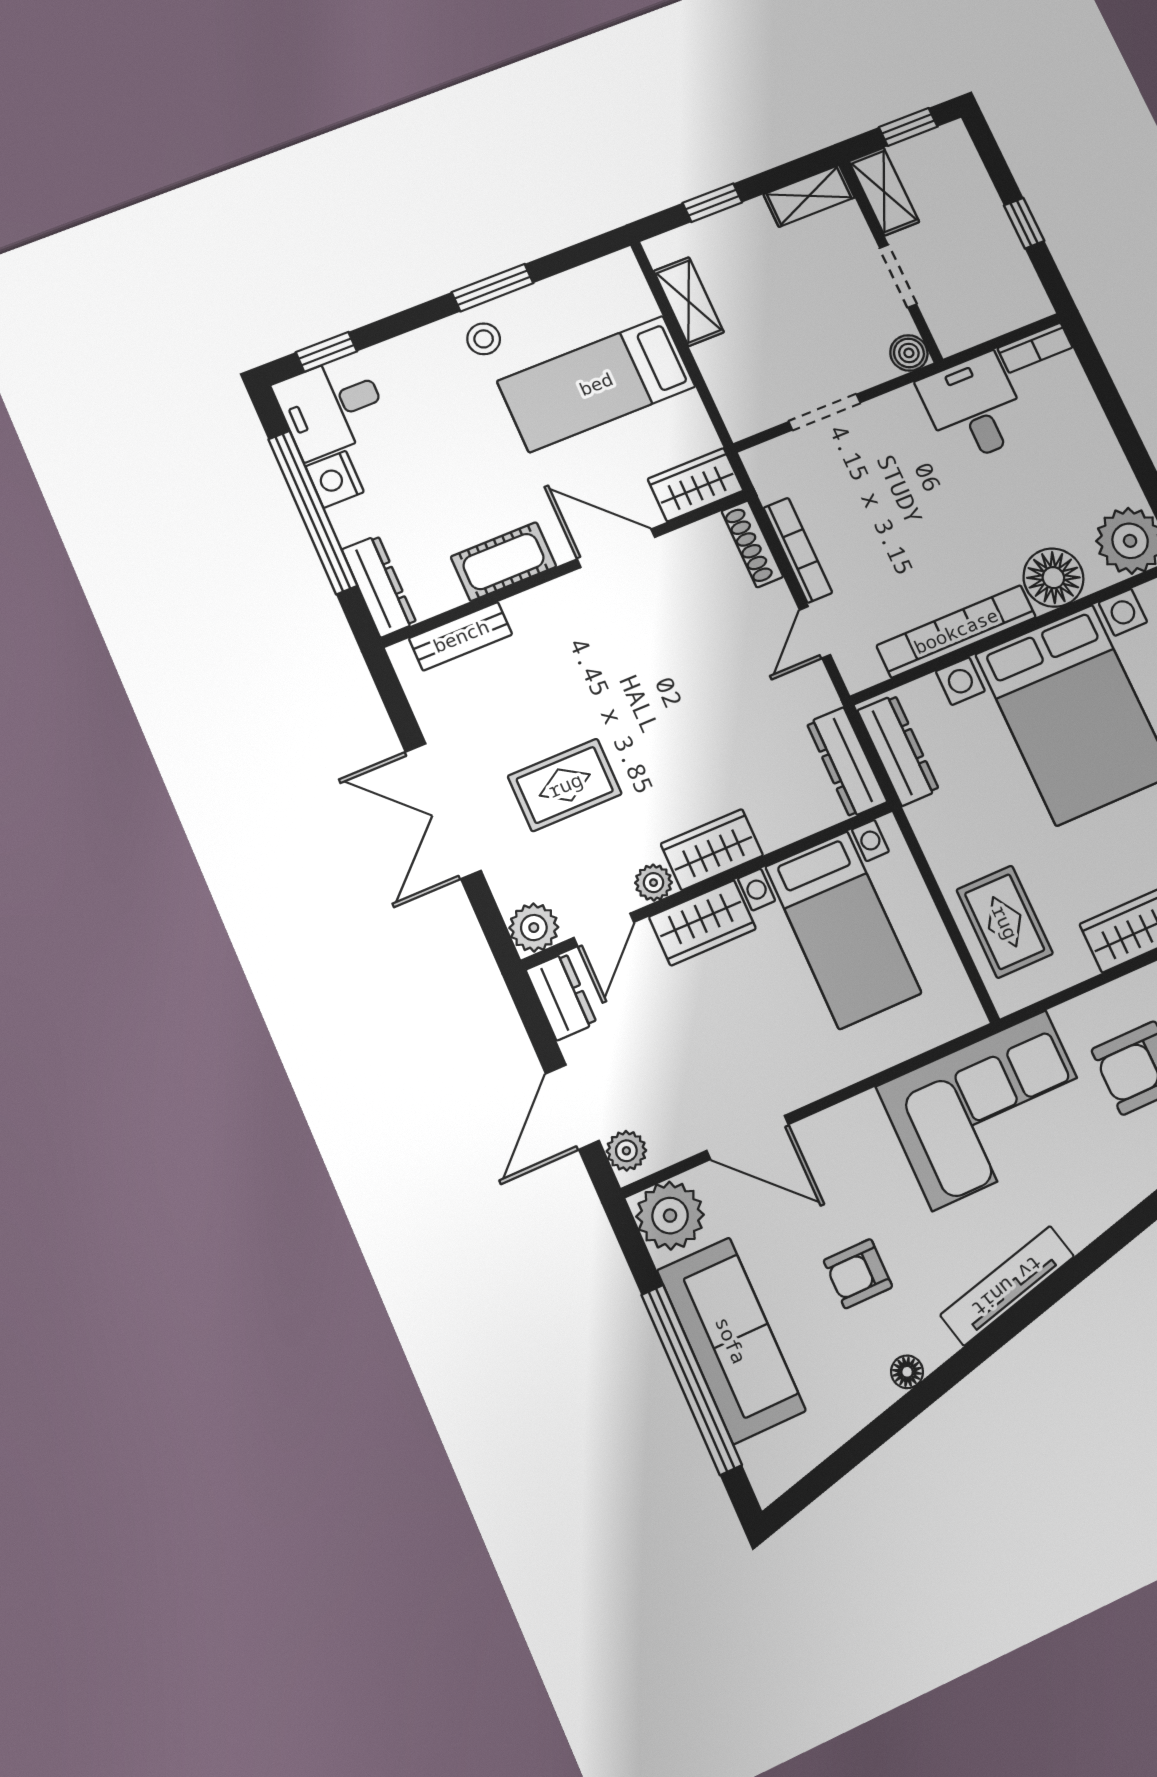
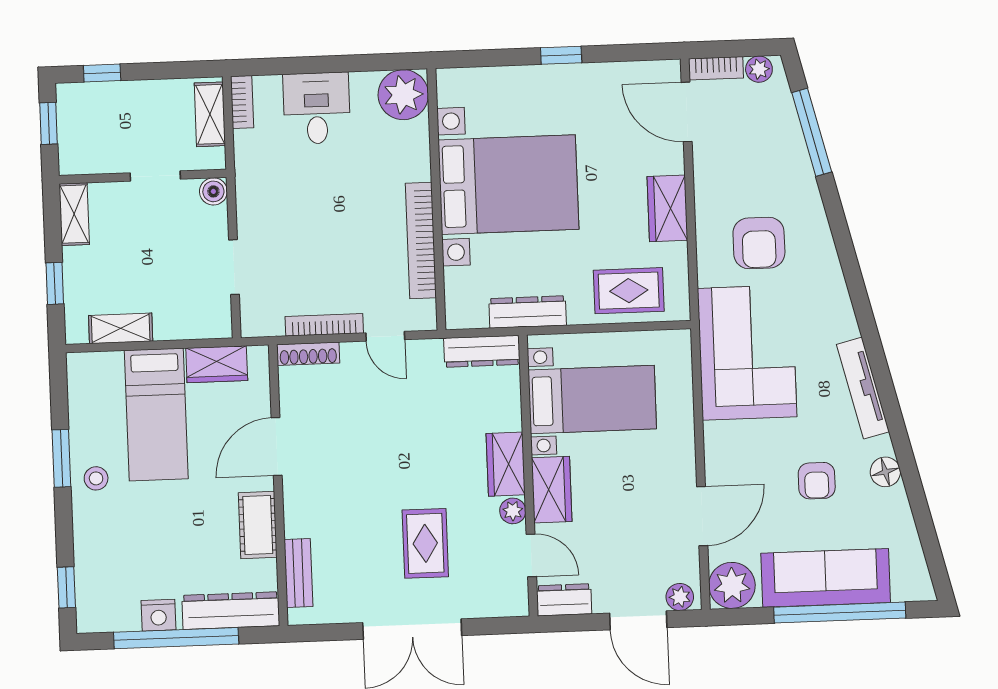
shelving: (884, 192) -> (210, 114), moved, turned 90
window: (1024, 223) -> (102, 73), moved
desk: (331, 407) -> (107, 598), removed
desk: (974, 408) -> (317, 108), moved, turned 90
wardrobe: (696, 485) -> (217, 364), moved, turned -90
floor lamp: (1053, 578) -> (409, 159), removed
dresser: (379, 586) -> (231, 611), width x1.37, depth x1.24
dresser: (898, 750) -> (528, 312), moved
plant: (534, 928) -> (512, 600), removed
floor lamp: (907, 1372) -> (885, 472), width x1.37, depth x1.37

